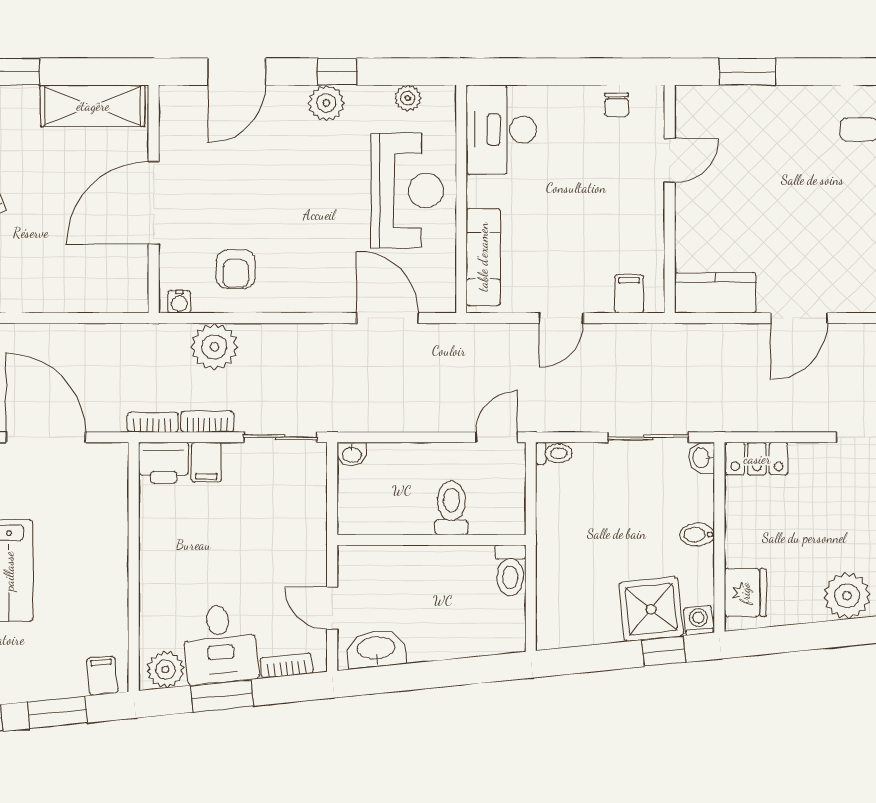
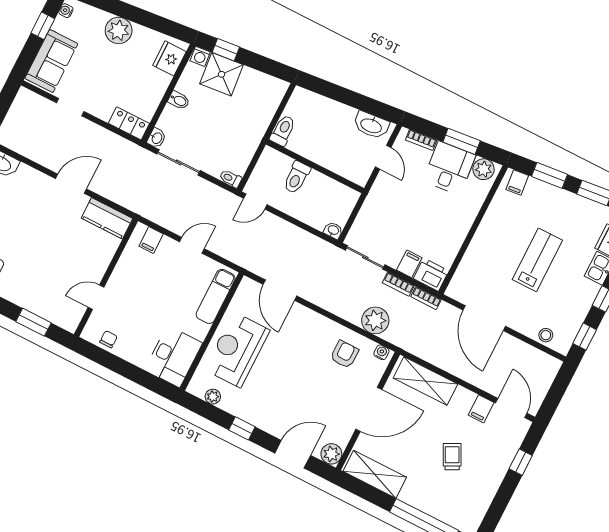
plant: (326, 103) -> (331, 454), moved
shelving: (88, 292) -> (425, 381), added

